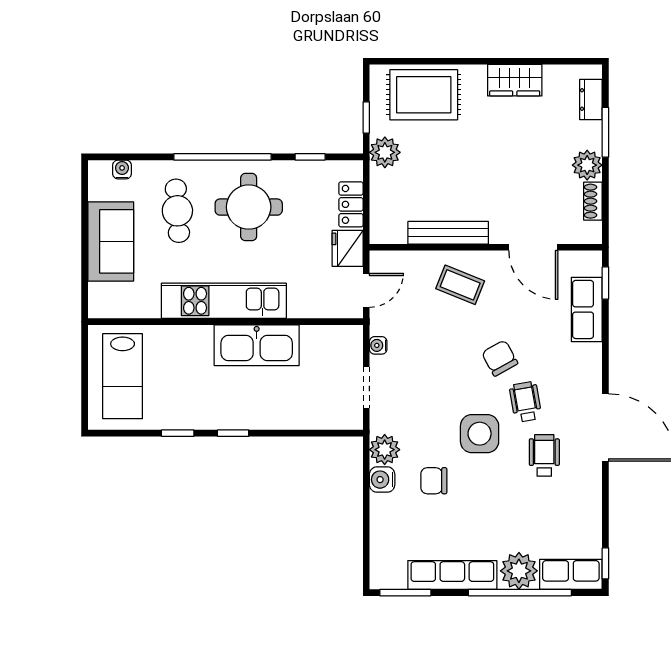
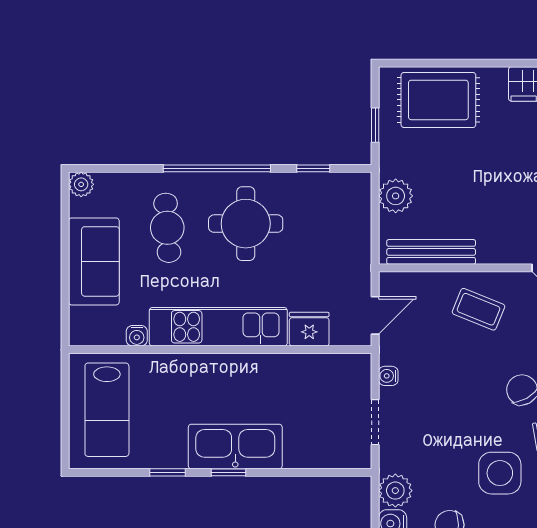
plant: (385, 152) -> (396, 196), moved
water cooler: (122, 169) -> (137, 336), moved, turned 180
plant: (99, 171) -> (81, 184), added
locker: (351, 204) -> (358, 221), removed
bench: (448, 233) -> (431, 252), moved
fridge: (348, 248) -> (309, 329), moved, turned 90
kitchen sink: (257, 345) -> (235, 447), moved, turned 180

